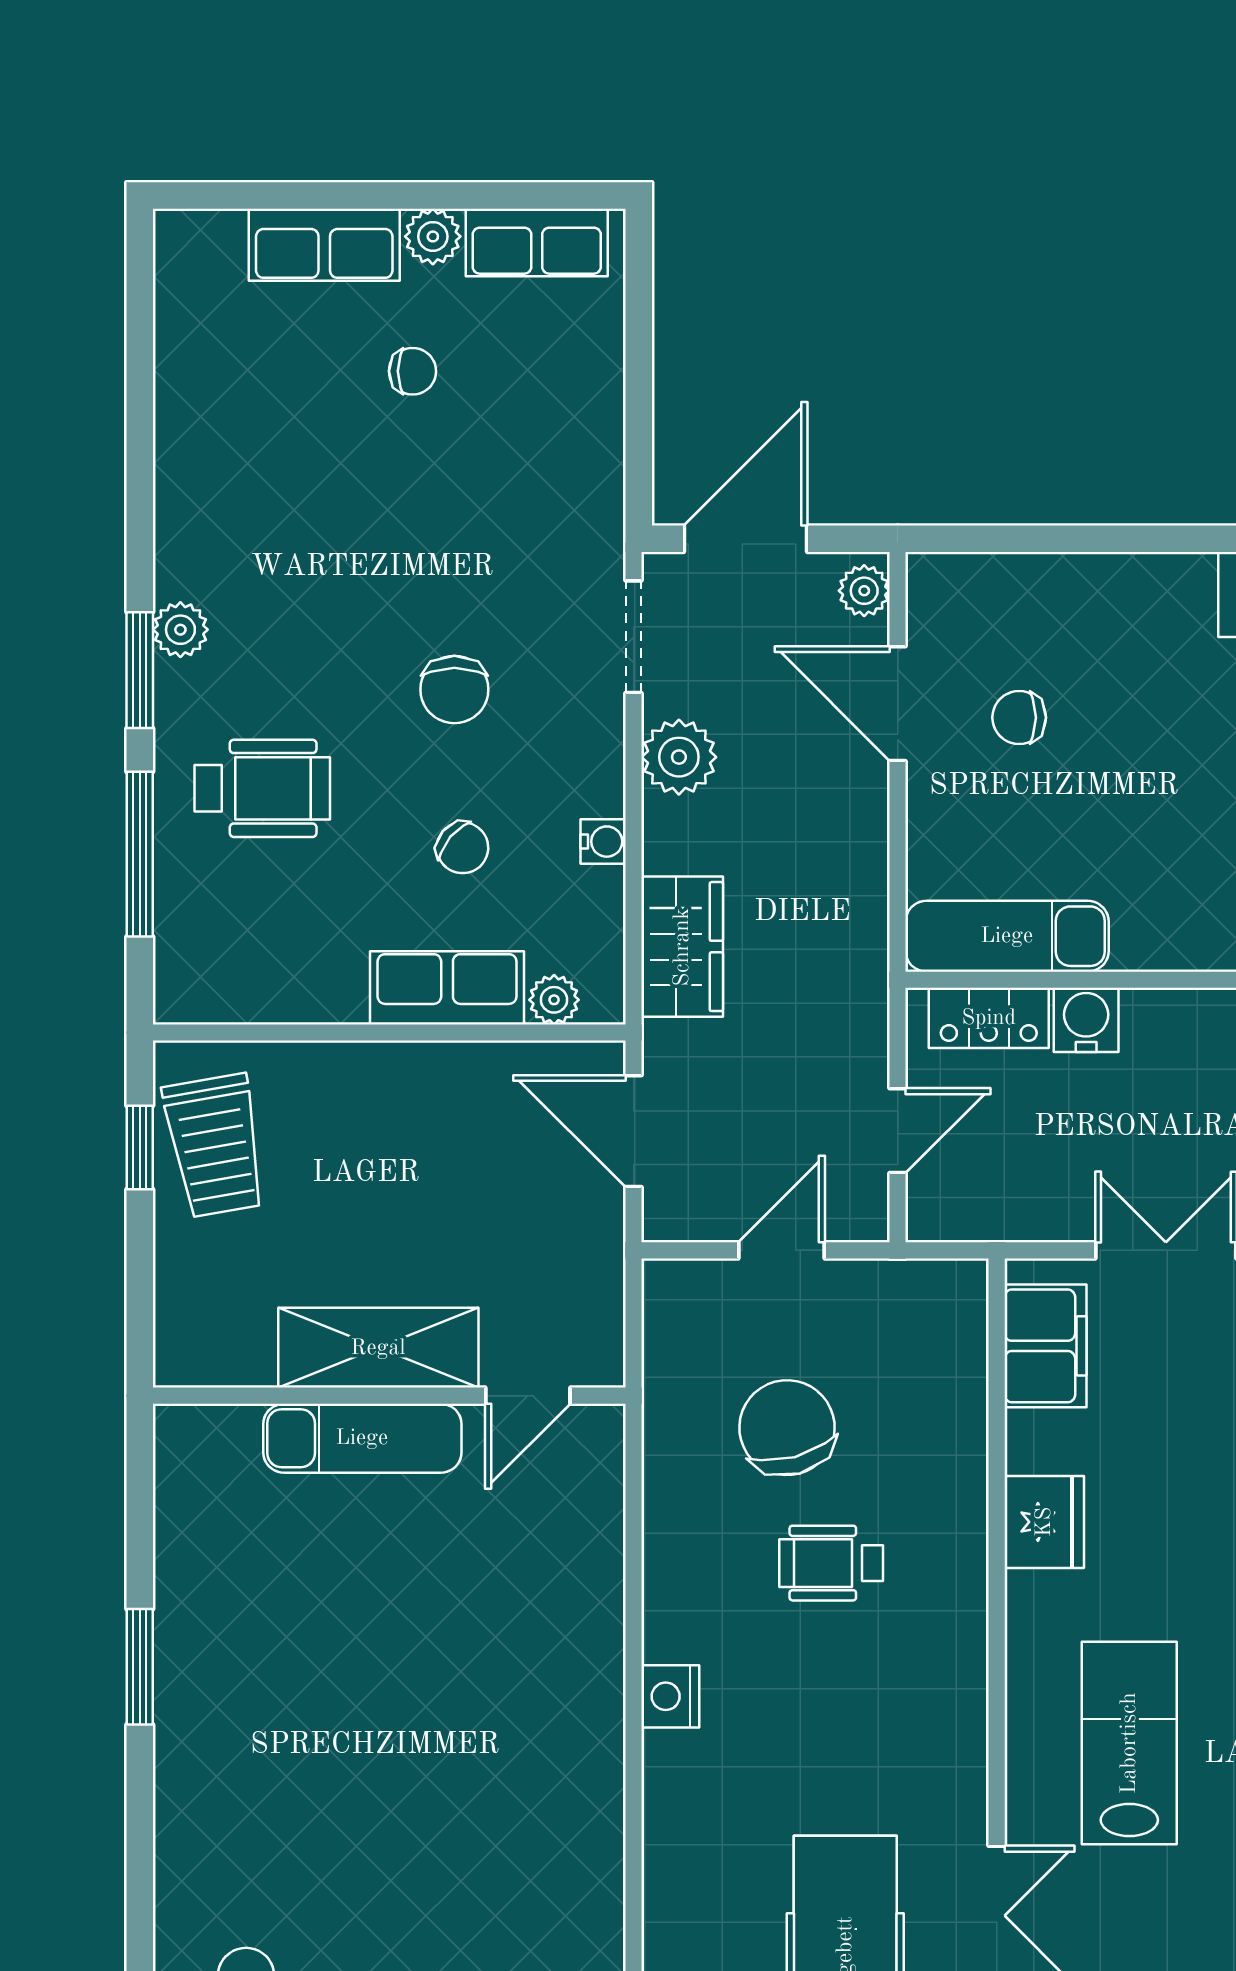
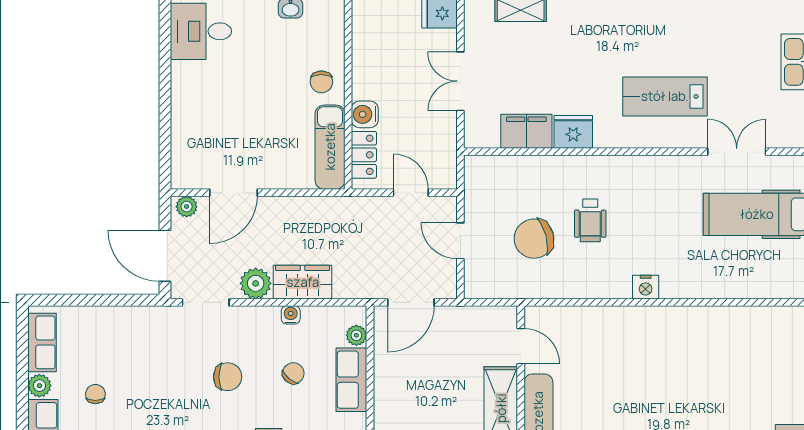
chair: (1019, 718) -> (321, 82), moved
wardrobe: (682, 947) -> (303, 282), moved
filing cabinet: (1045, 1346) -> (526, 131), moved

